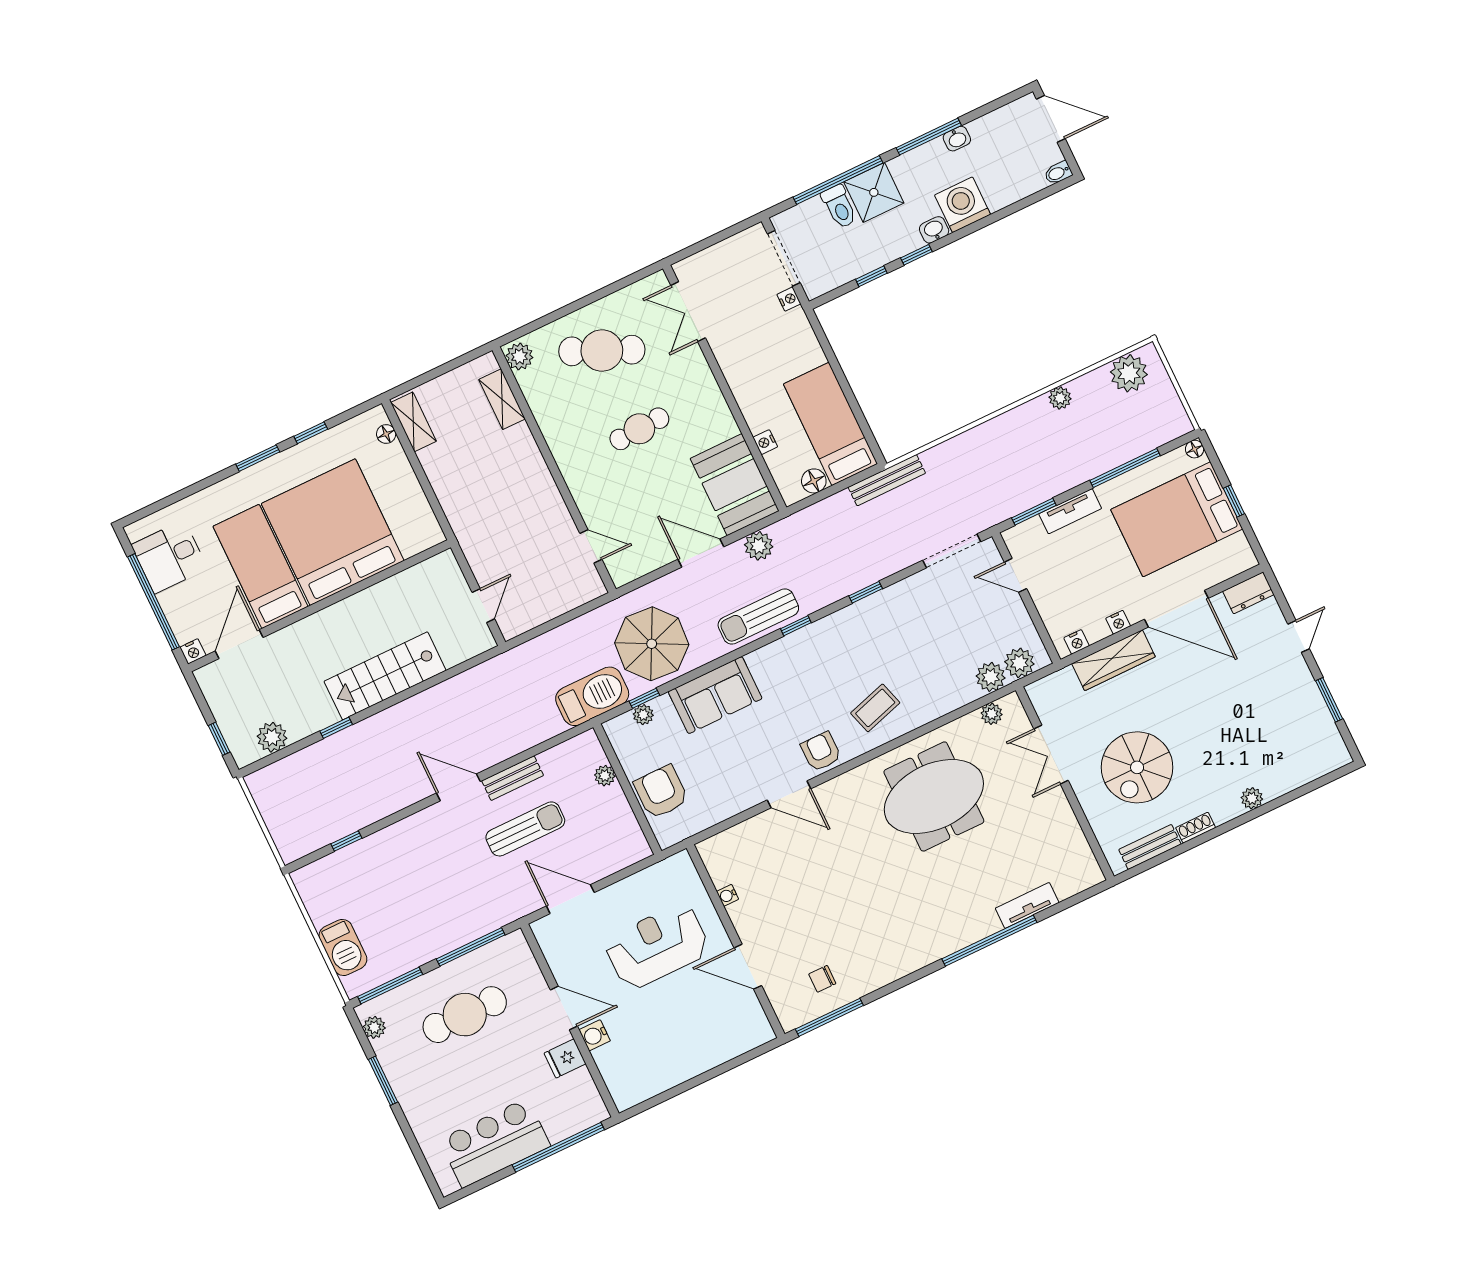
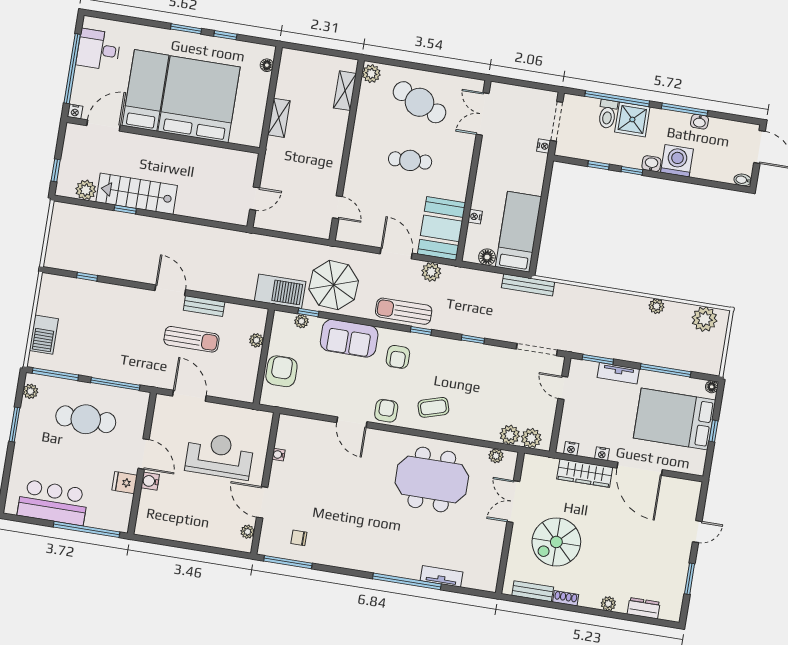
shelving: (413, 422) -> (279, 118), moved
dresser: (1248, 593) -> (644, 608), moved, turned 180
stairs: (385, 676) -> (137, 194), moved
armchair: (790, 677) -> (398, 357), added
plant: (755, 1015) -> (248, 532), added

